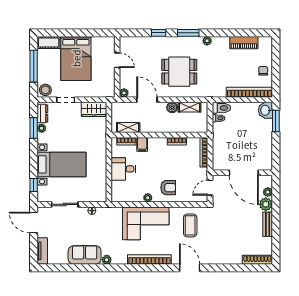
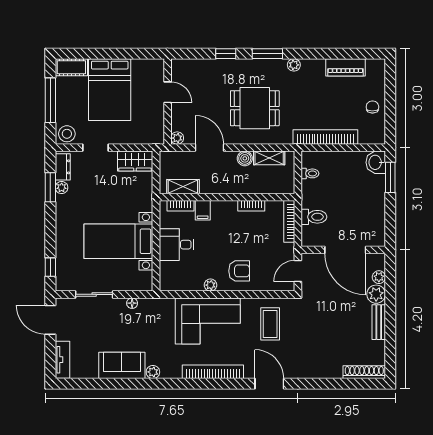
bookcase: (249, 92) -> (325, 137), moved
toilet: (221, 108) -> (314, 217), moved
bed with nightstands: (62, 164) -> (118, 241), moved, turned 180

